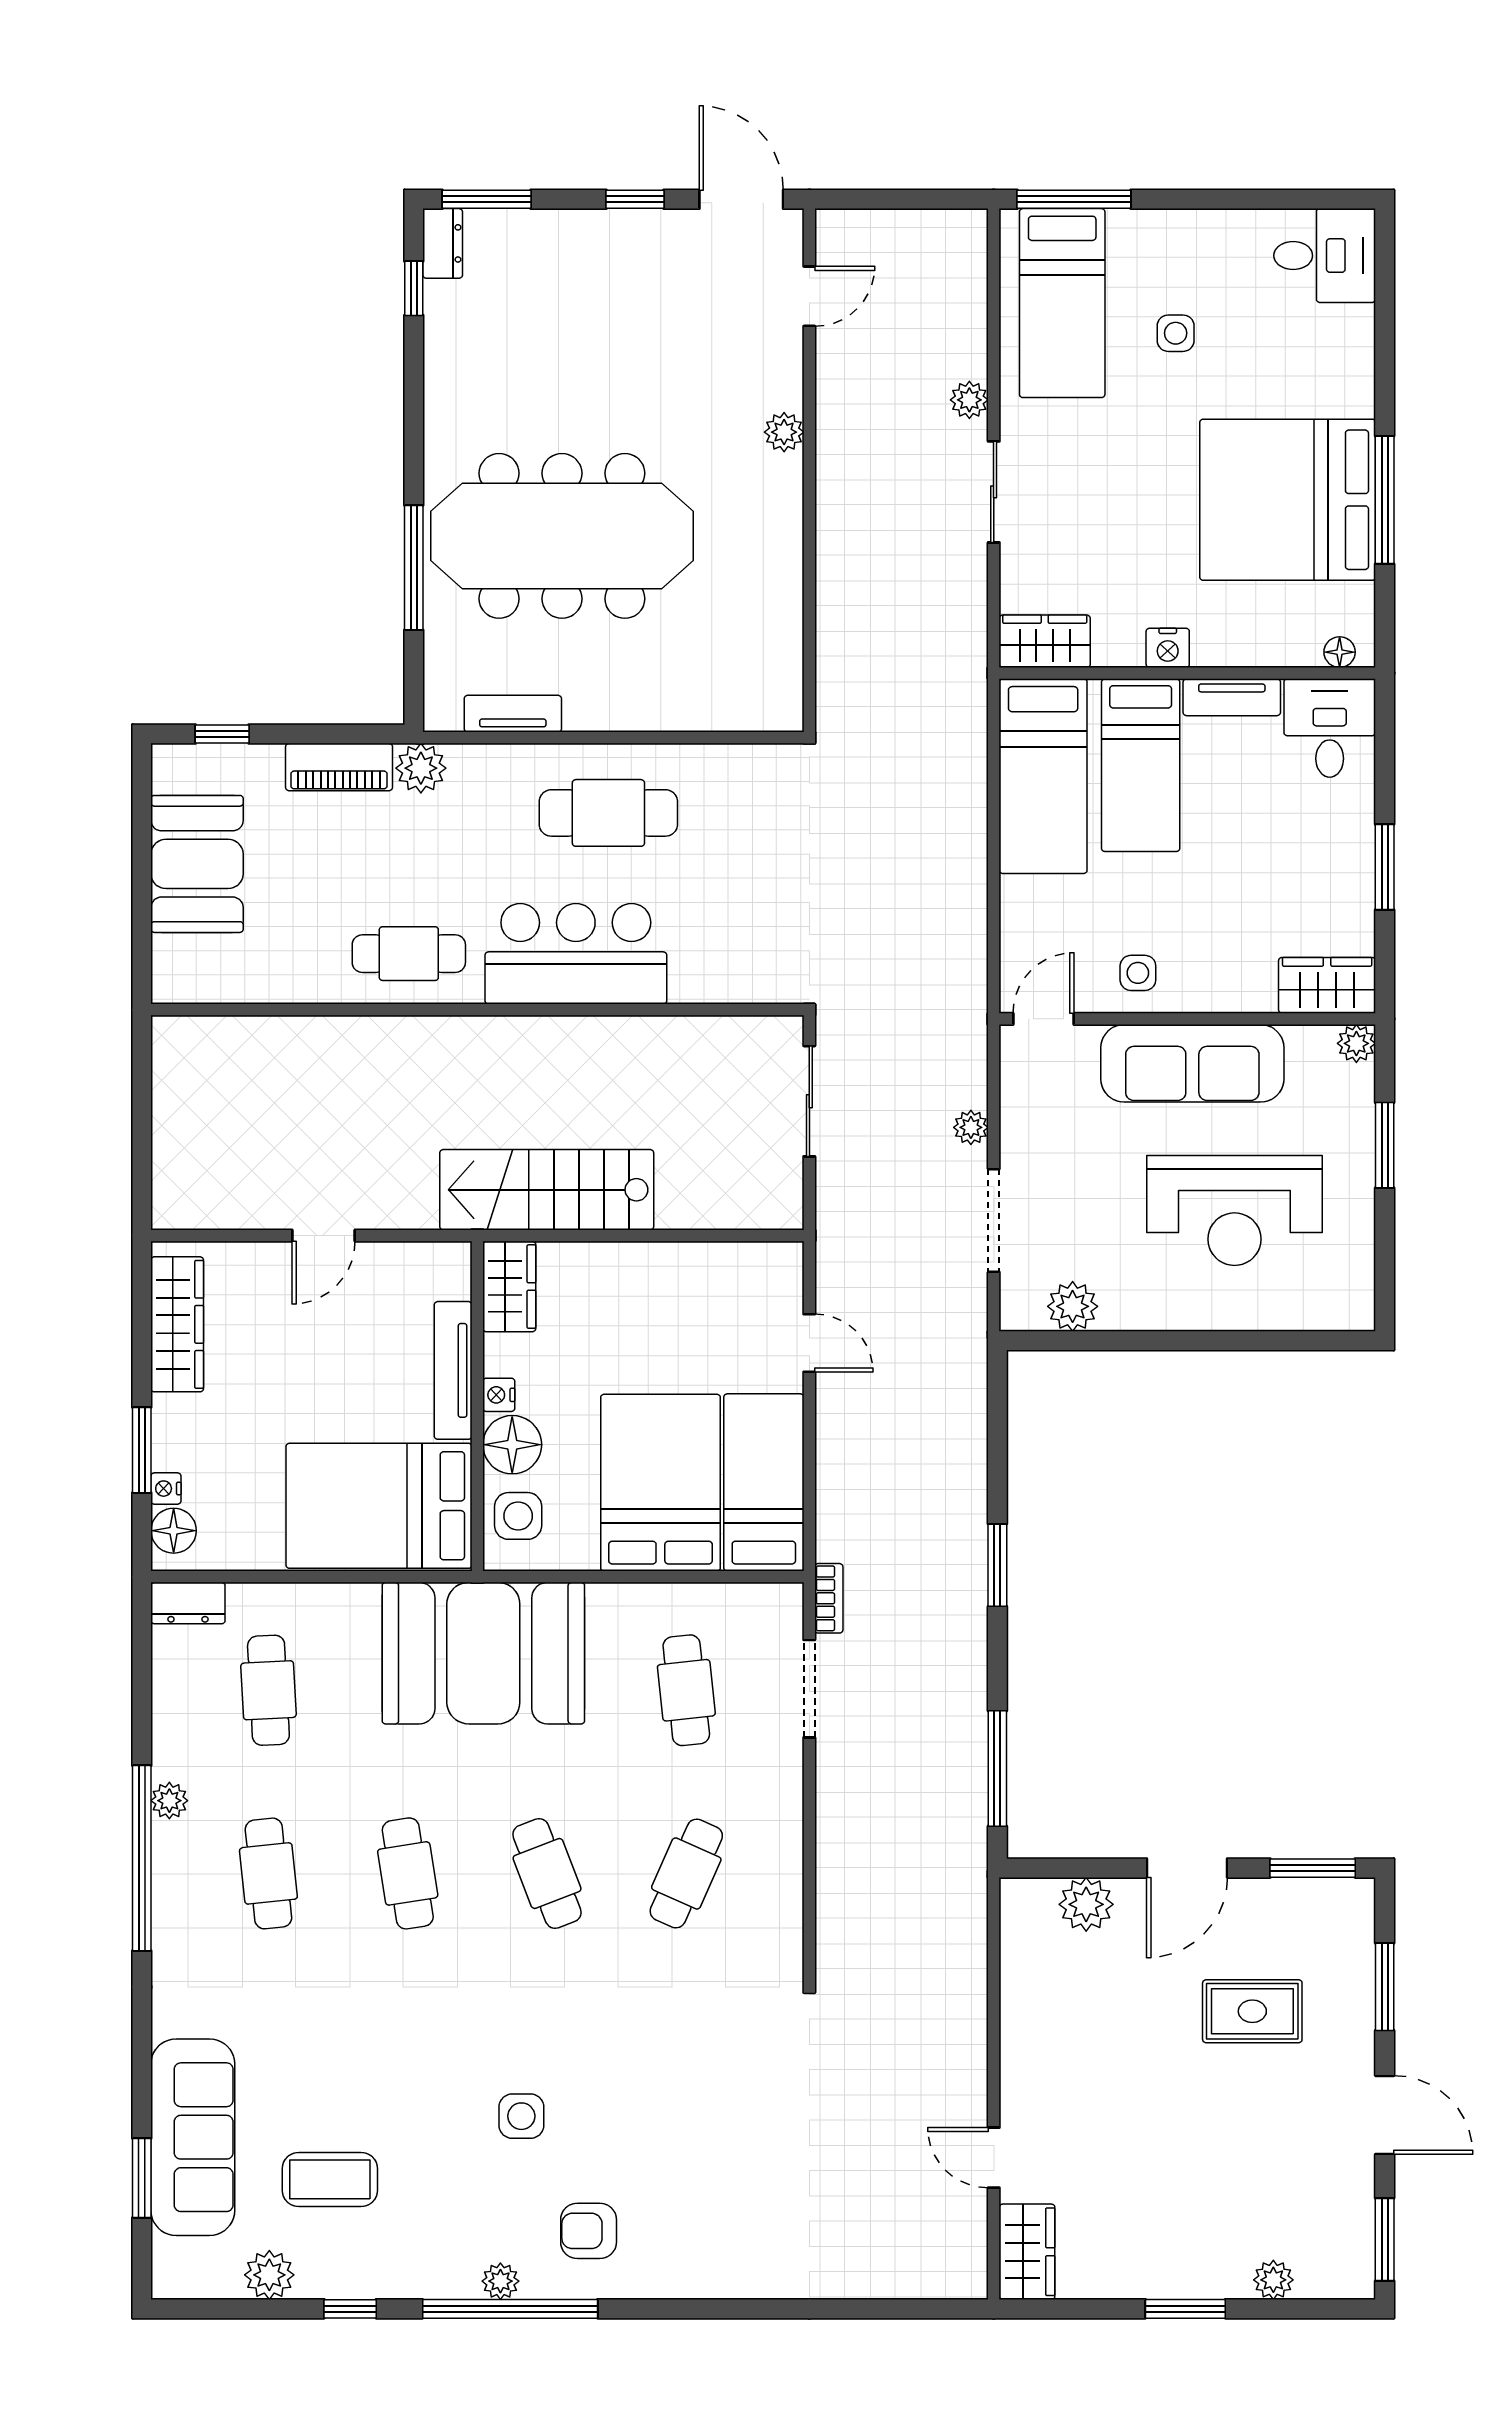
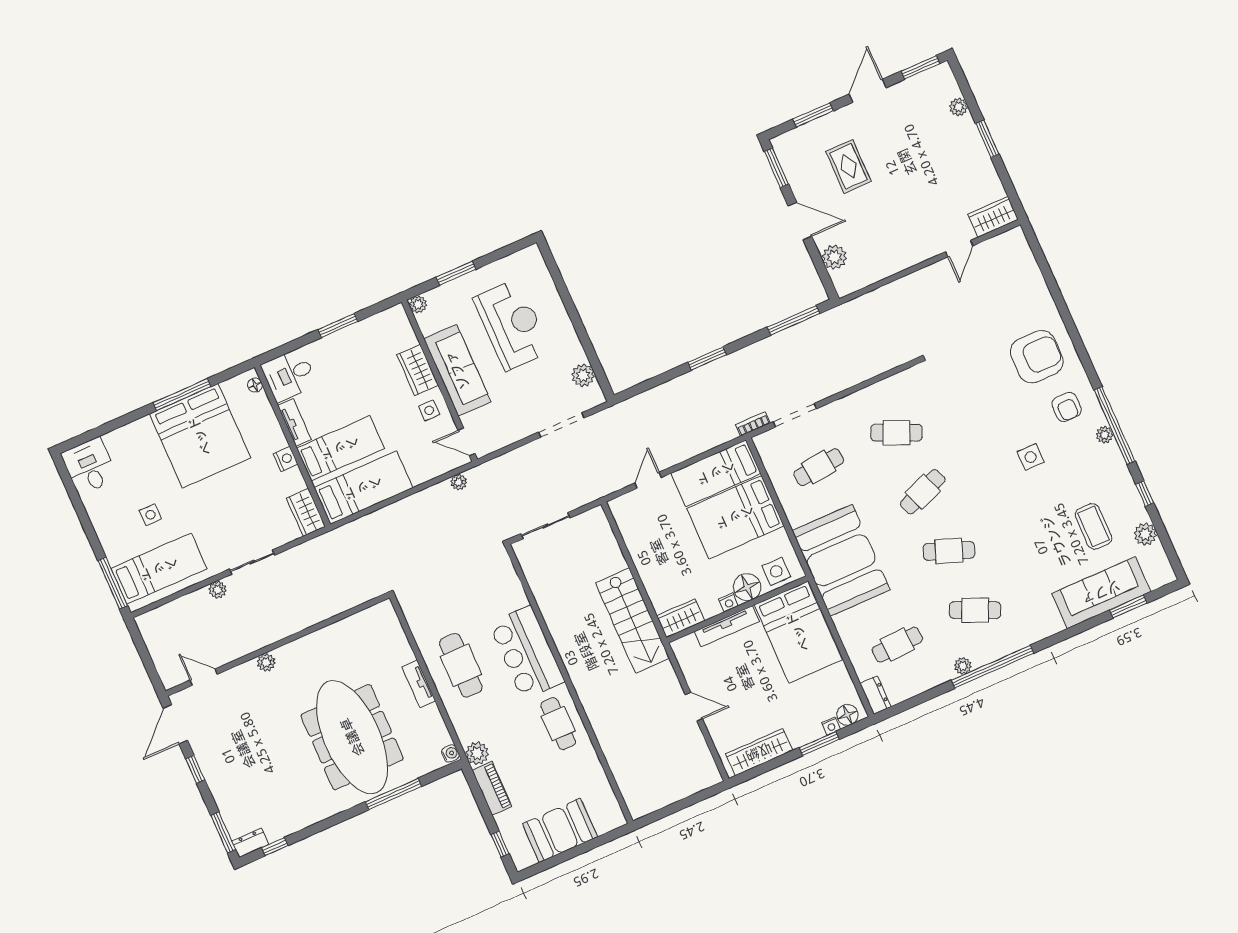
tv unit: (513, 714) -> (419, 684), moved
water cooler: (444, 715) -> (450, 753), added
wardrobe: (1327, 985) -> (418, 370), moved
plant: (971, 1127) -> (459, 482), moved
cafe table: (268, 1873) -> (975, 610), turned 30
cafe table: (408, 1873) -> (949, 551), turned 30
armchair: (714, 2216) -> (1037, 357), added

